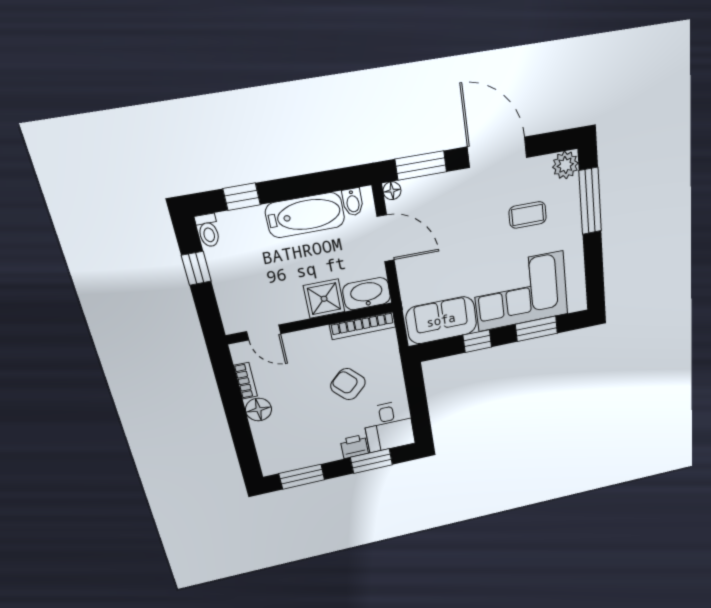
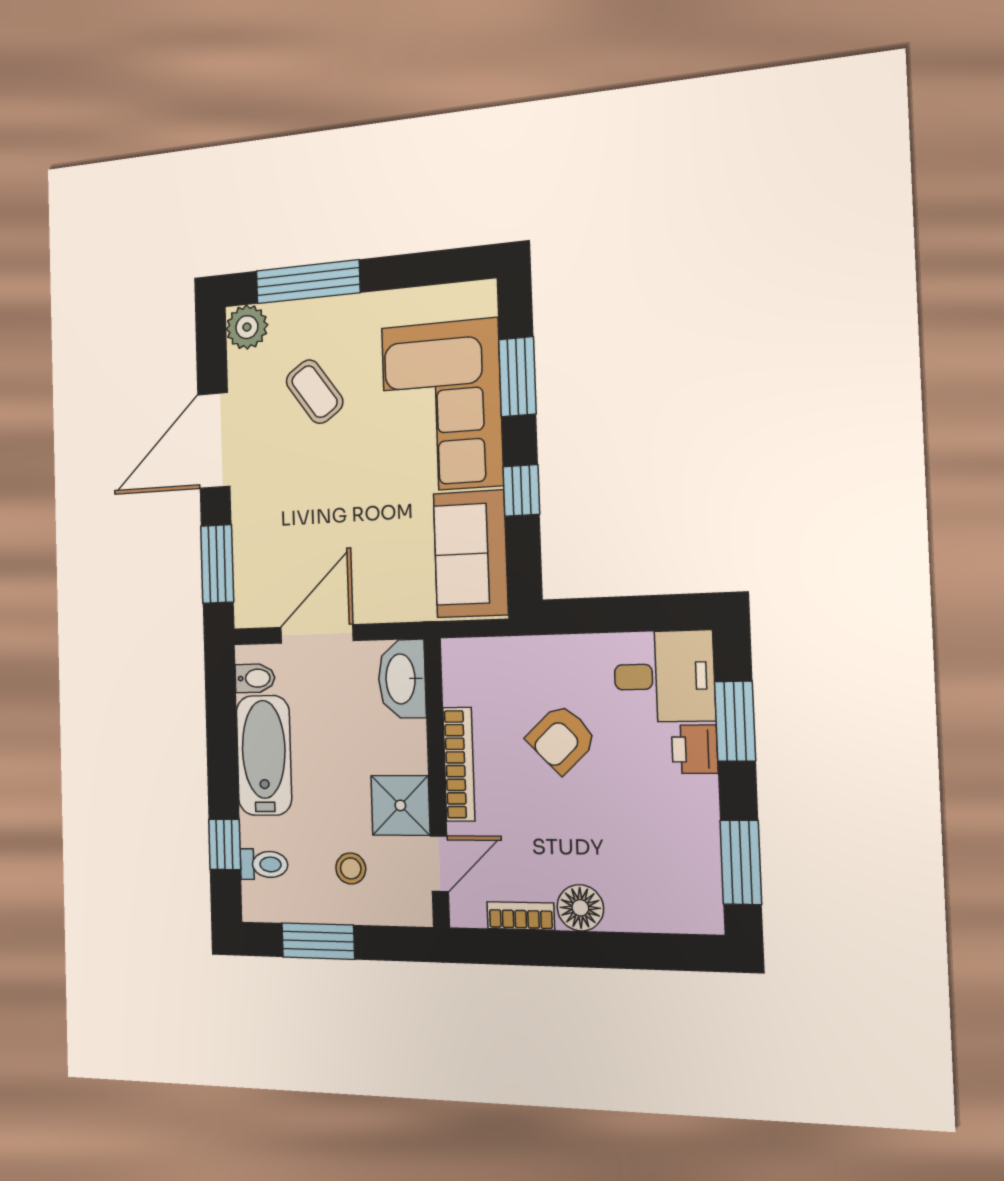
floor lamp: (392, 191) -> (247, 614), removed
coffee table: (528, 215) -> (315, 392), turned -35
toilet: (208, 230) -> (264, 864), moved
window: (196, 268) -> (318, 941), width x1.50
stool: (247, 281) -> (351, 868), added
shower: (324, 299) -> (400, 805), moved
bookcase: (363, 326) -> (459, 764), moved

